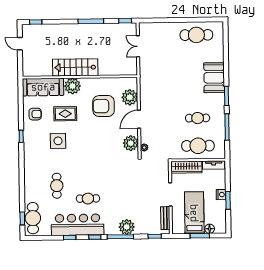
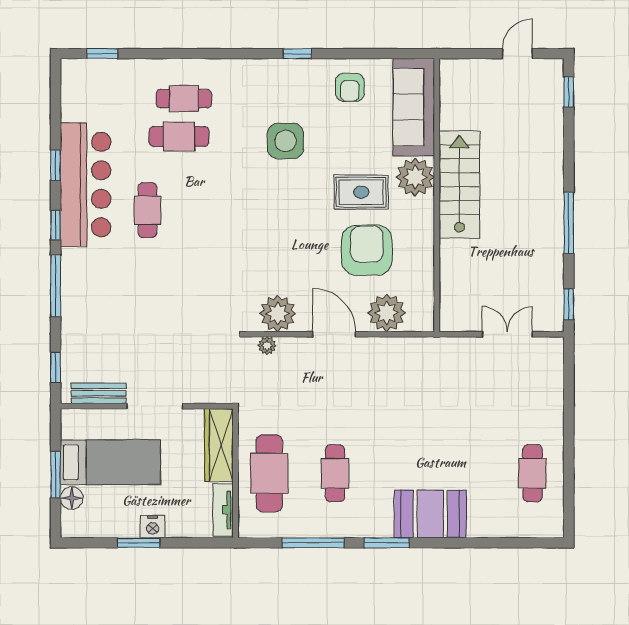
cafe table: (196, 35) -> (533, 473), width x0.73, depth x0.74
rug: (65, 114) -> (361, 192), moved, turned 90
cafe table: (33, 218) -> (184, 99), moved, width x0.73, depth x0.74
plant: (127, 227) -> (79, 301), removed

